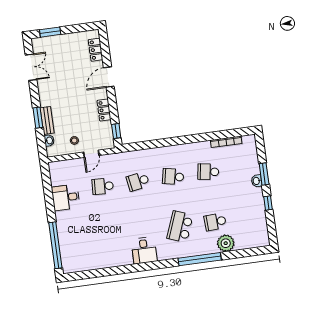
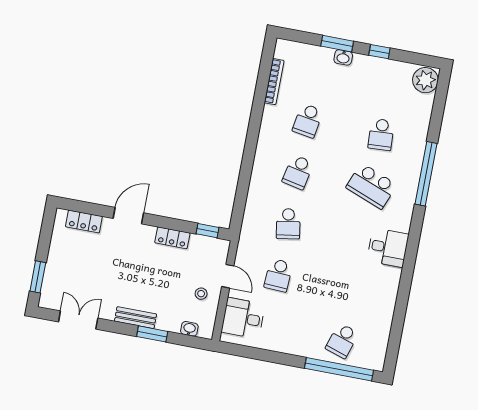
door: (109, 77) -> (128, 216), swing flipped
bench: (47, 120) -> (135, 318), moved
desk: (66, 197) -> (243, 318), moved, turned 90
school desk: (74, 241) -> (342, 341), added
plant: (226, 243) -> (425, 80), moved

